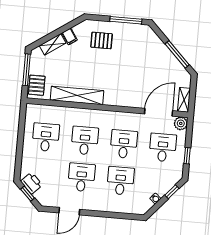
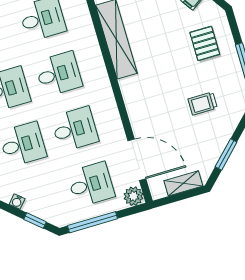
window: (177, 54) -> (226, 154), width x0.69
trolley: (139, 57) -> (203, 104), added
shelving: (184, 100) -> (183, 183), moved
window: (187, 156) -> (93, 222), width x2.17

